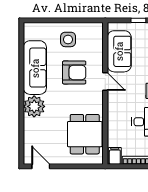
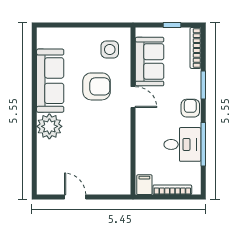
side table: (68, 39) -> (110, 49), moved
dining table: (85, 134) -> (109, 159), removed
door: (41, 166) -> (75, 197), moved

